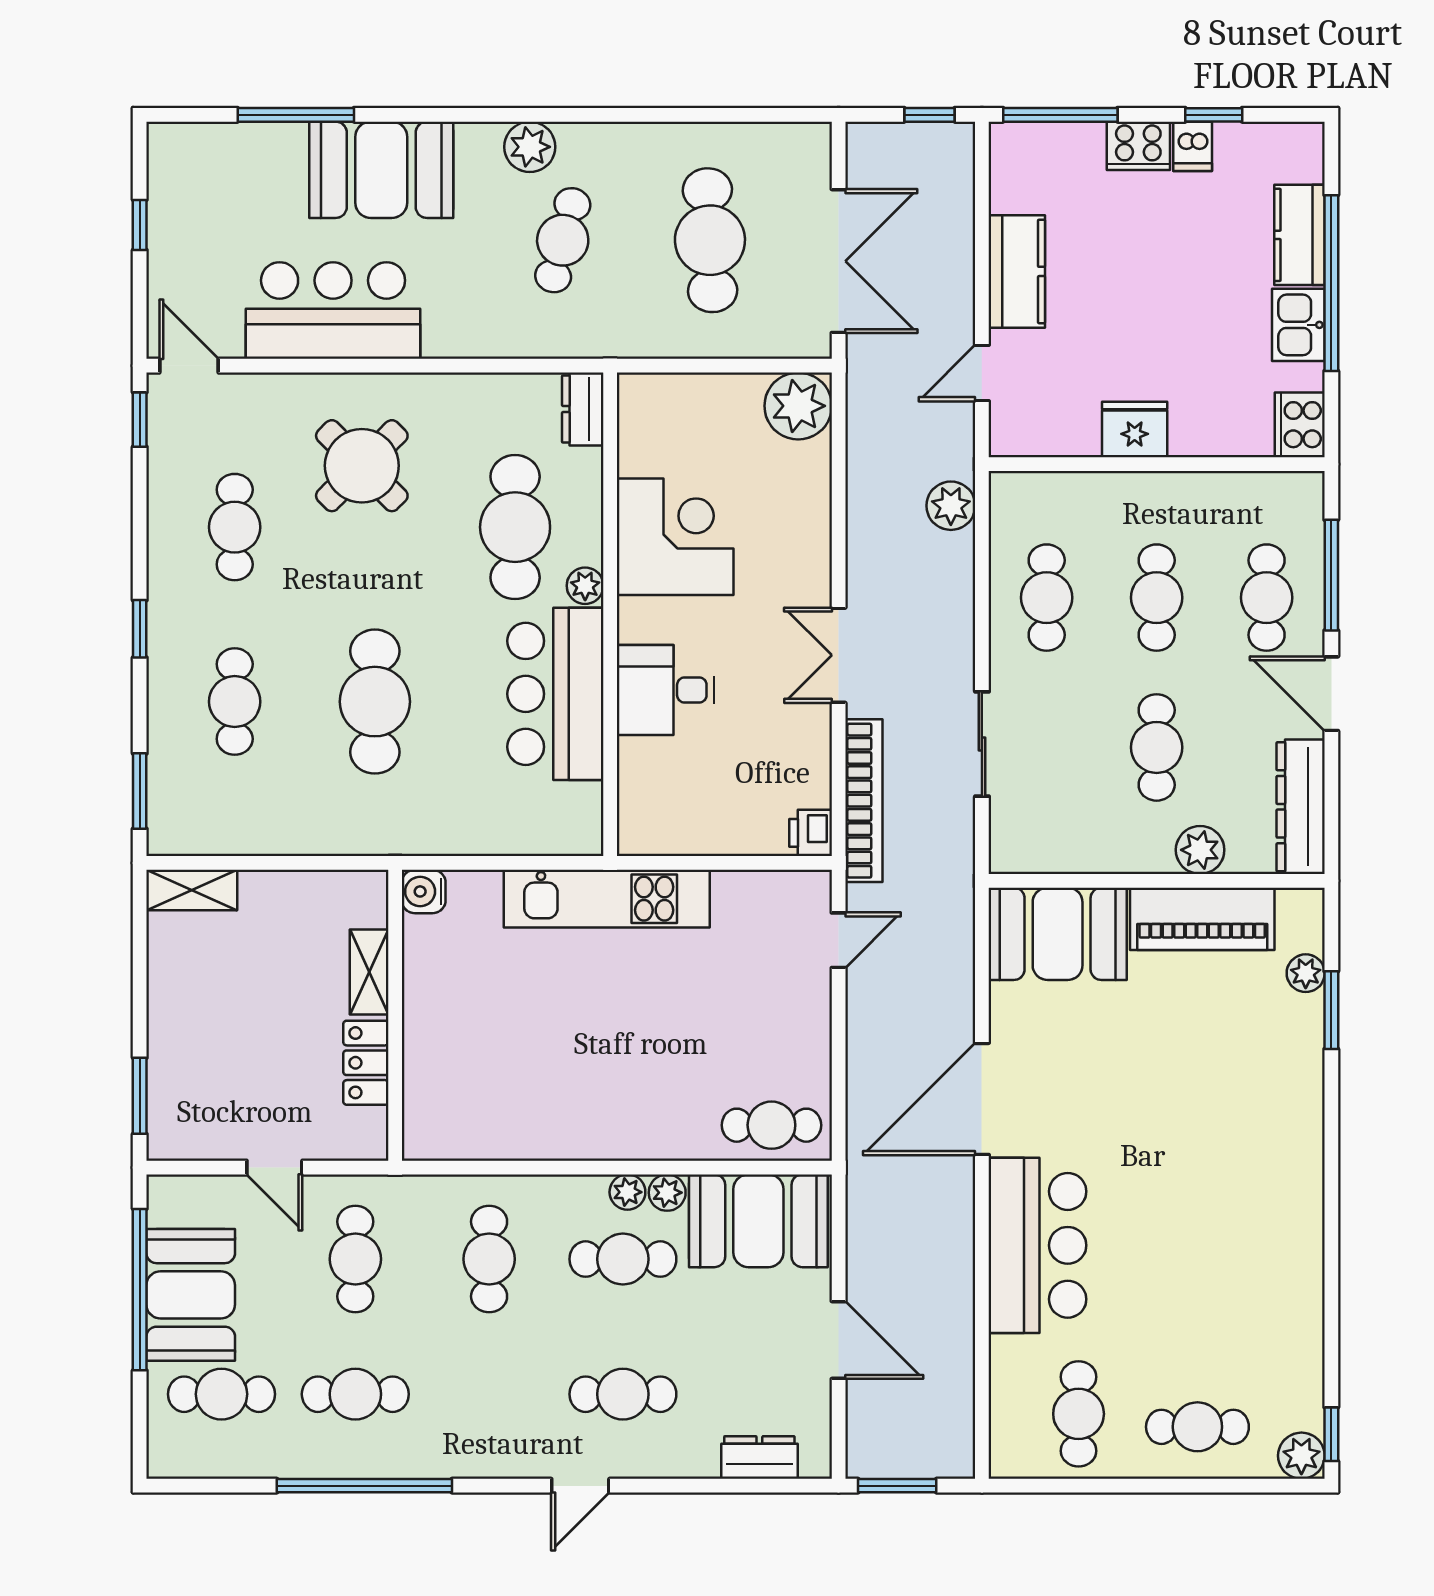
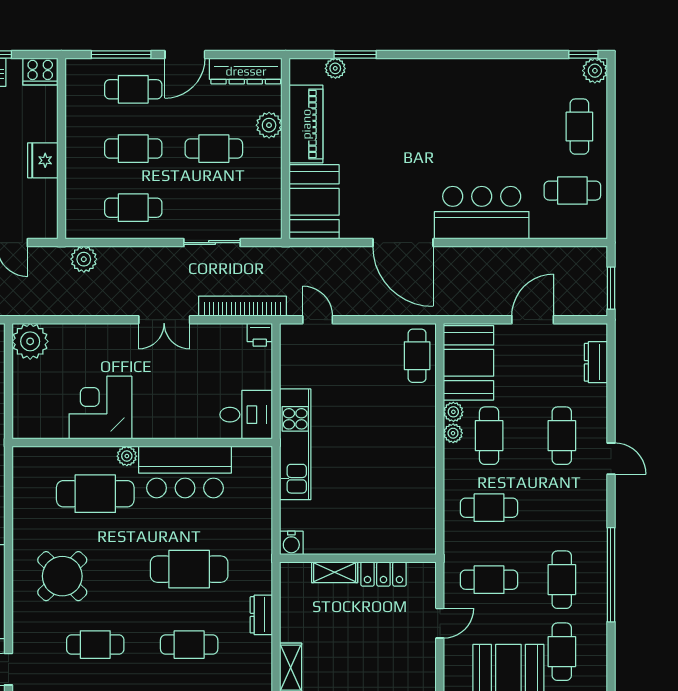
dresser: (583, 409) -> (261, 615), moved, turned 90
desk: (666, 690) -> (246, 415), moved, turned -90

